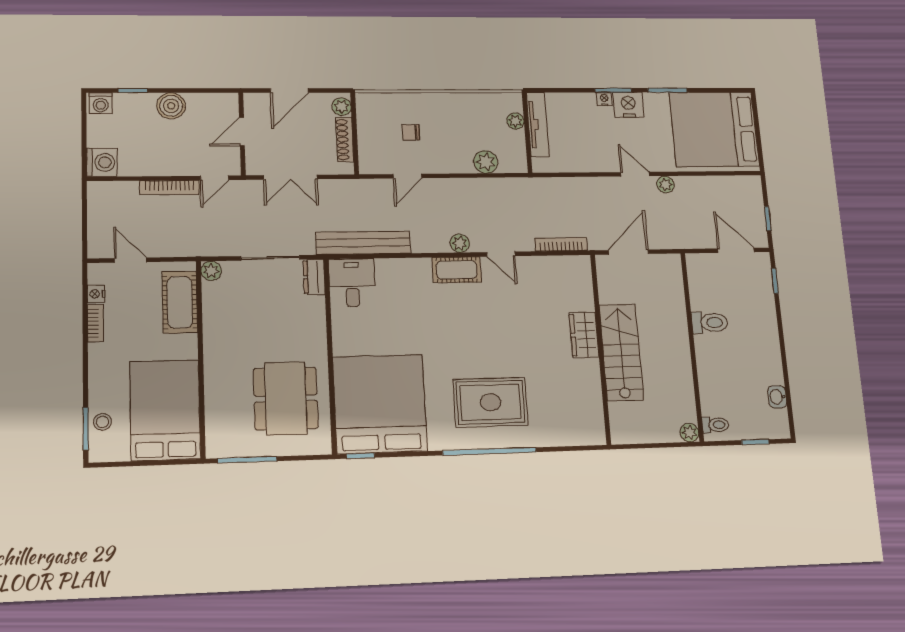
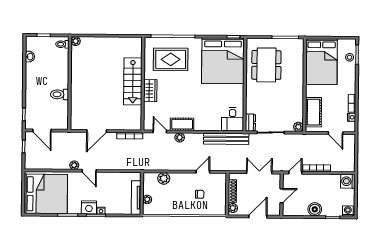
wardrobe: (584, 335) -> (150, 91), moved
wall: (601, 348) -> (143, 84), moved
stairs: (621, 352) -> (133, 81), moved

